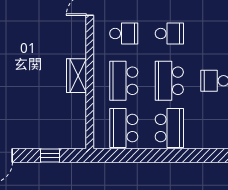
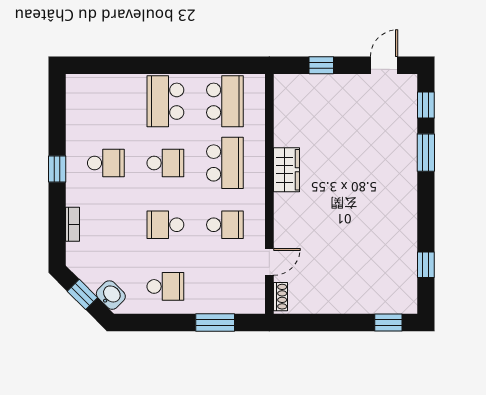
school desk: (124, 34) -> (225, 225), turned 180
school desk: (169, 81) -> (165, 163), width x0.54

